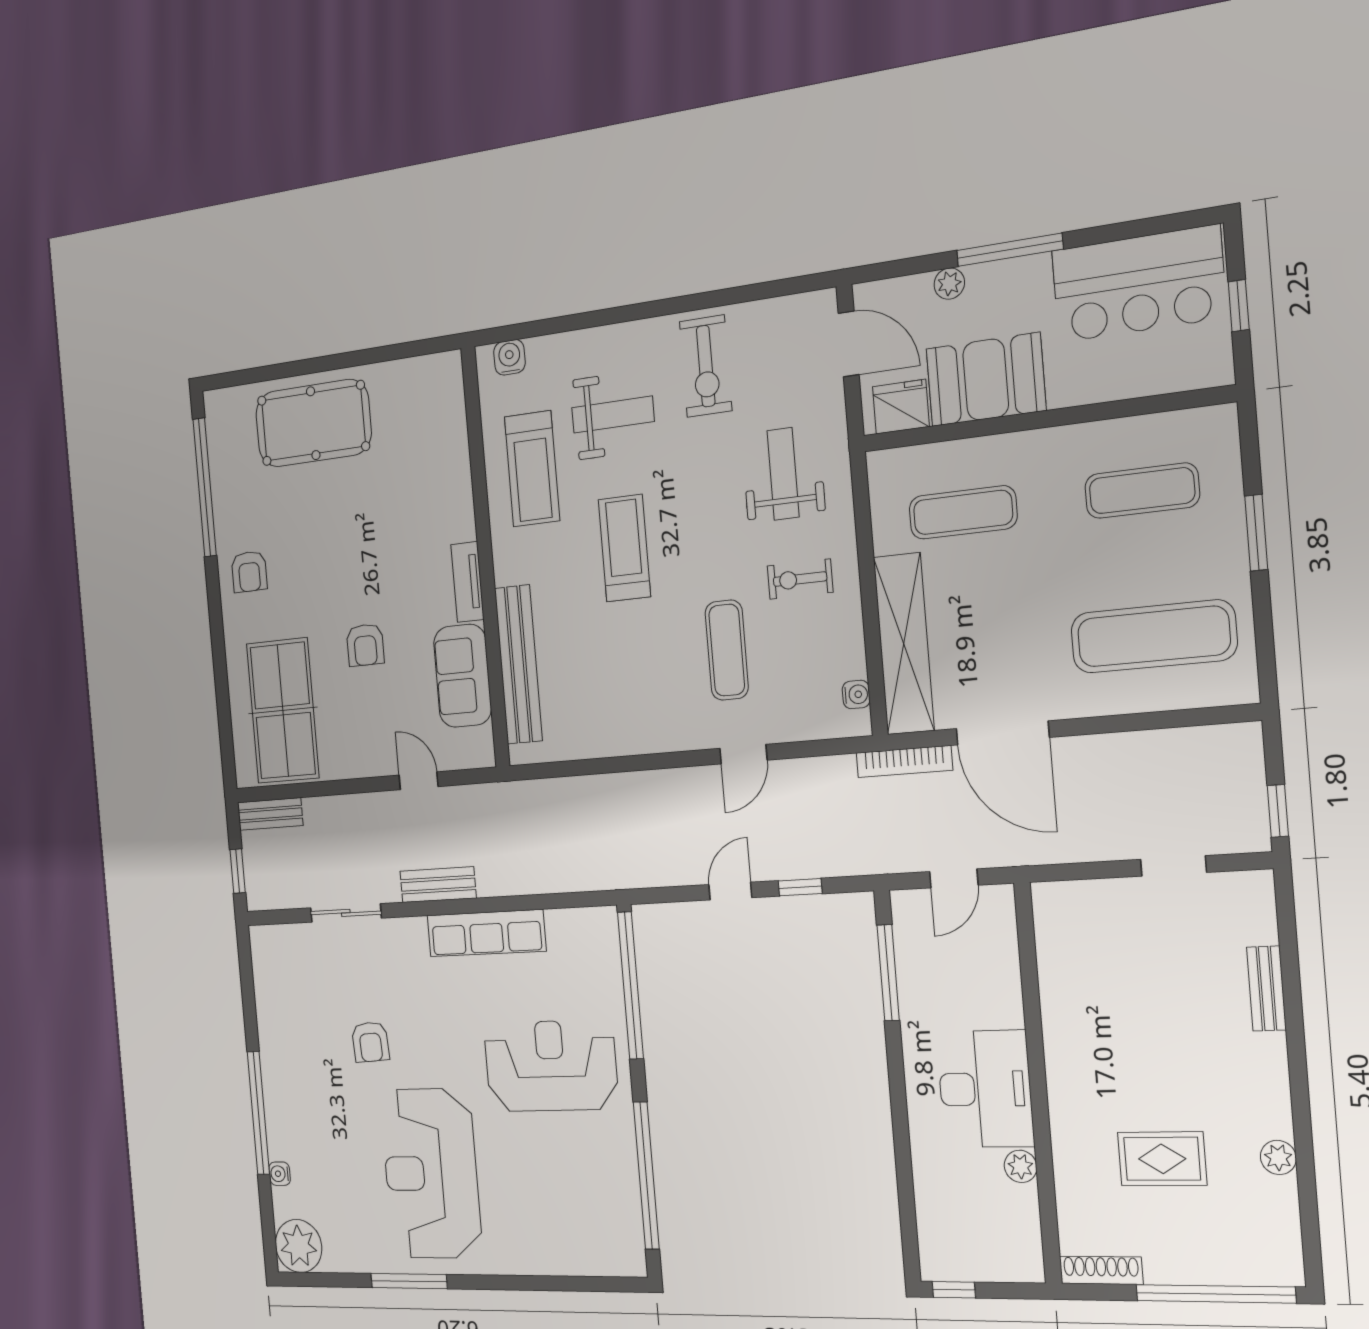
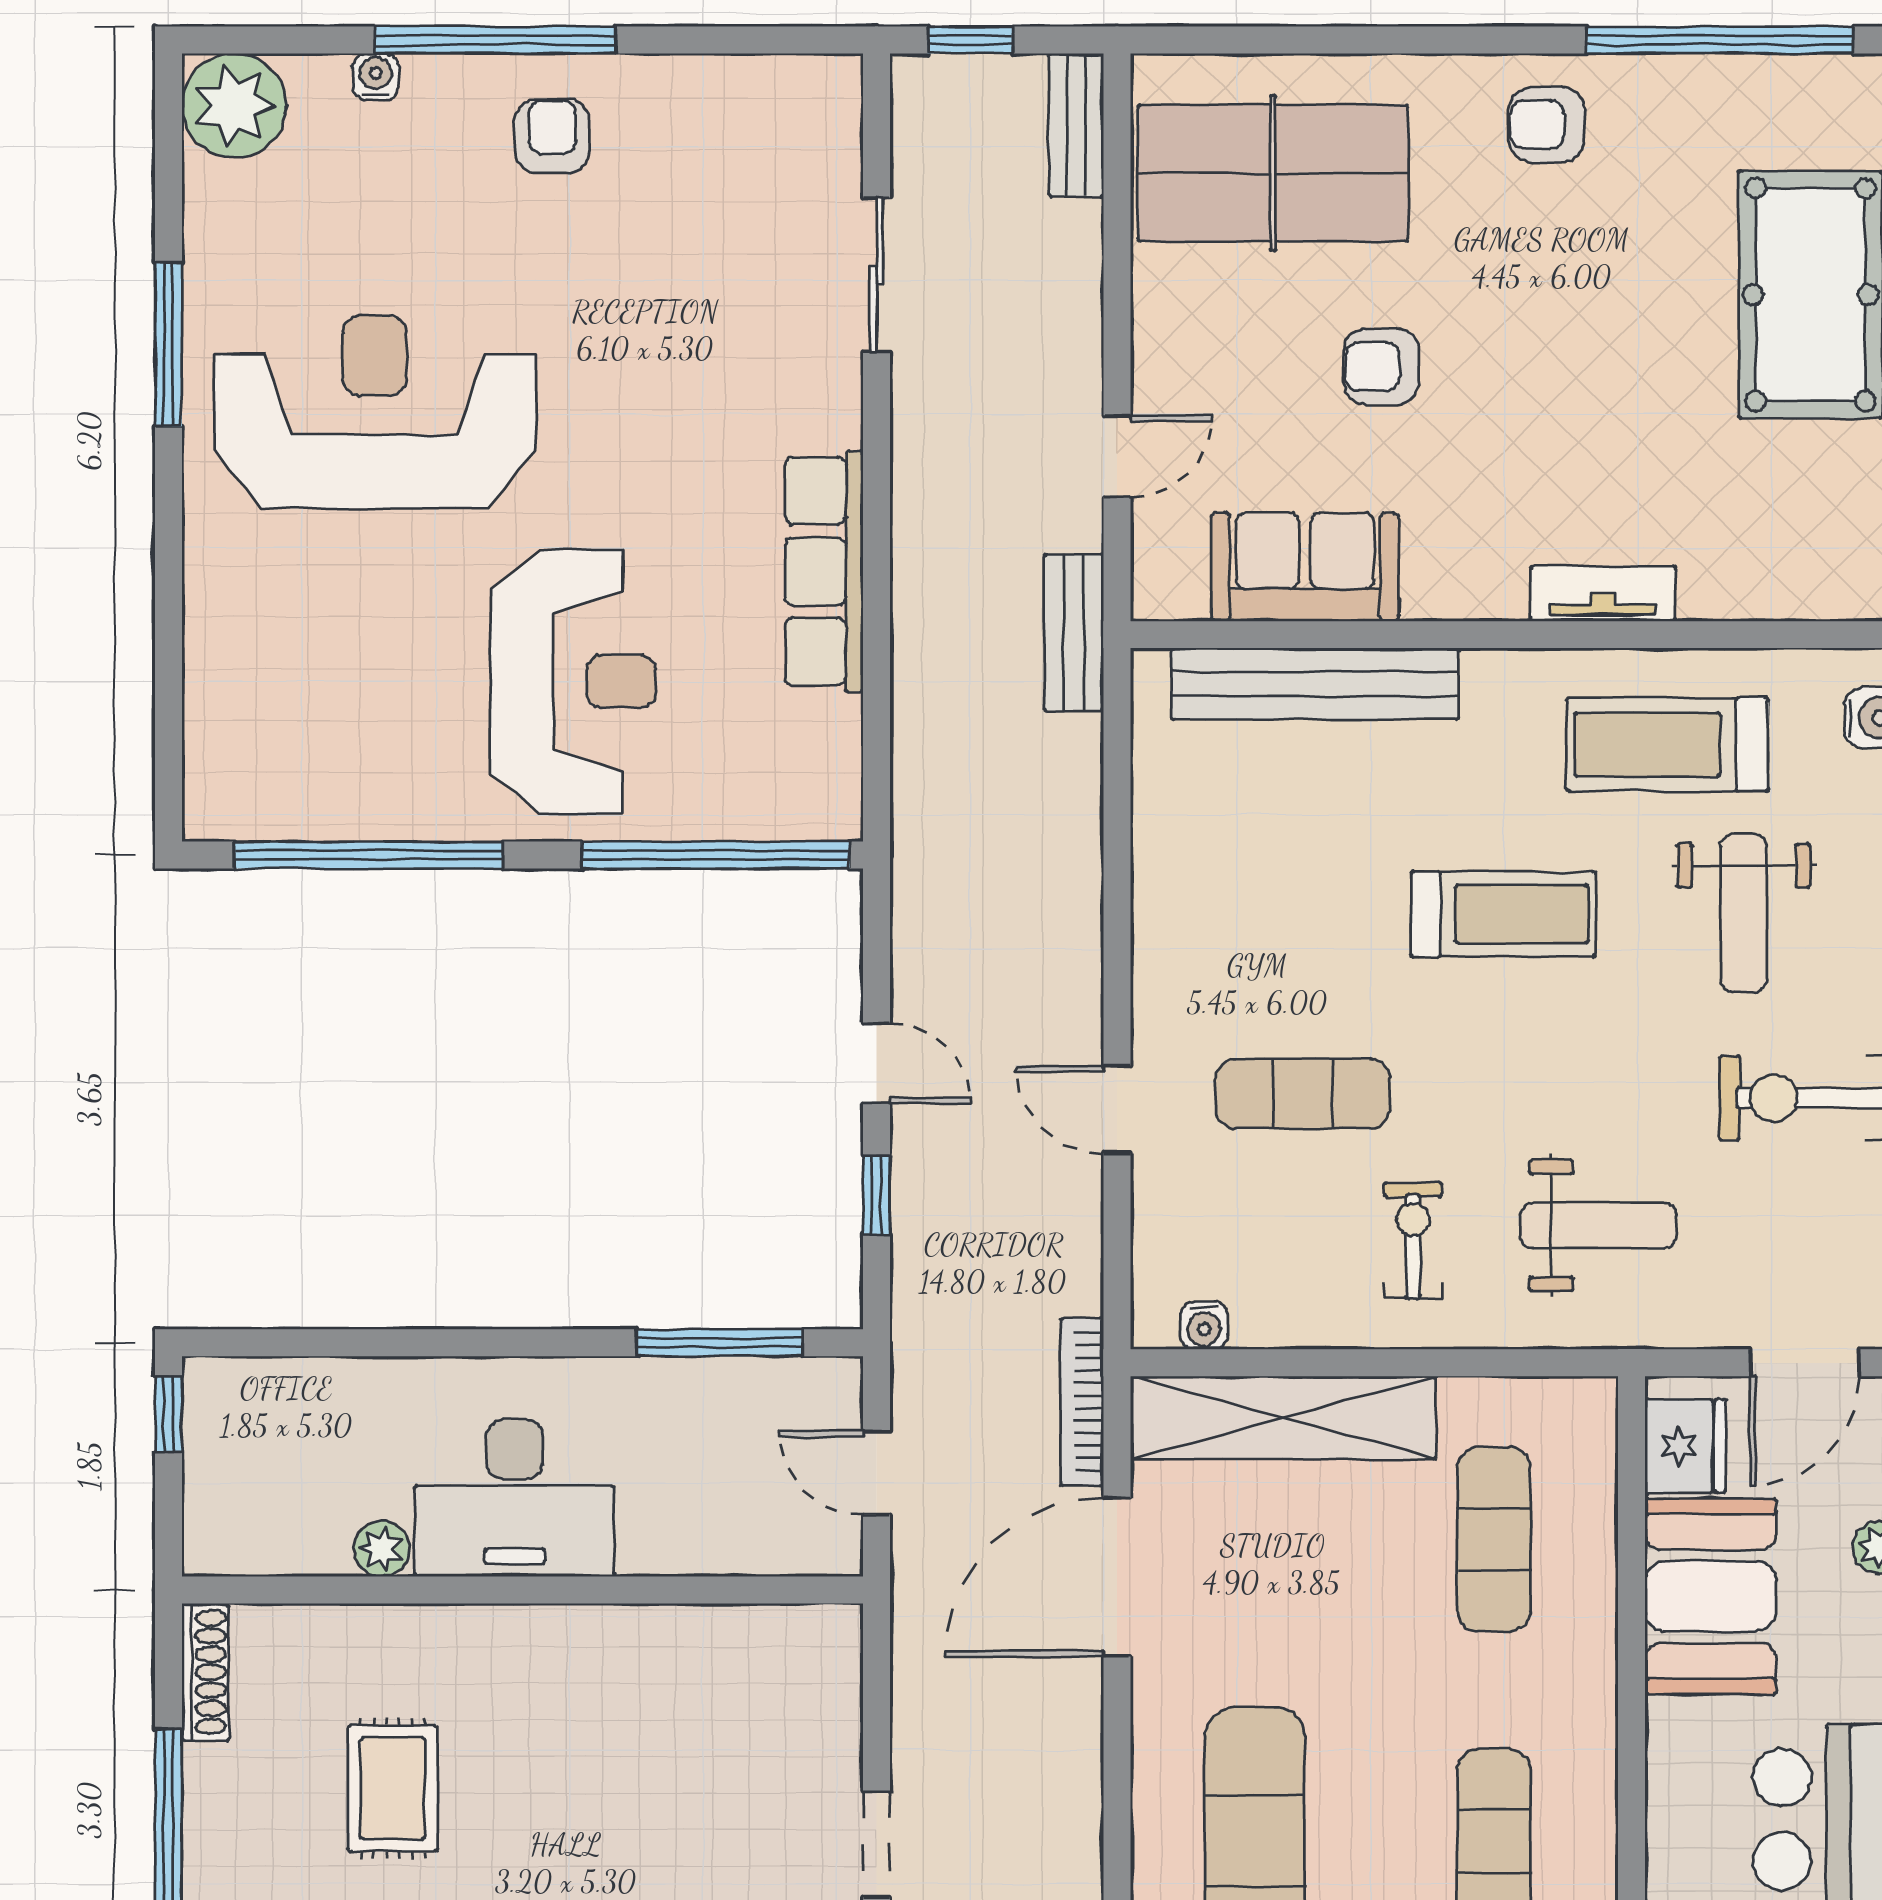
tv unit: (467, 582) -> (1603, 594), moved
bench: (438, 885) -> (1074, 633), moved
armchair: (370, 1042) -> (552, 136), moved, turned 93

